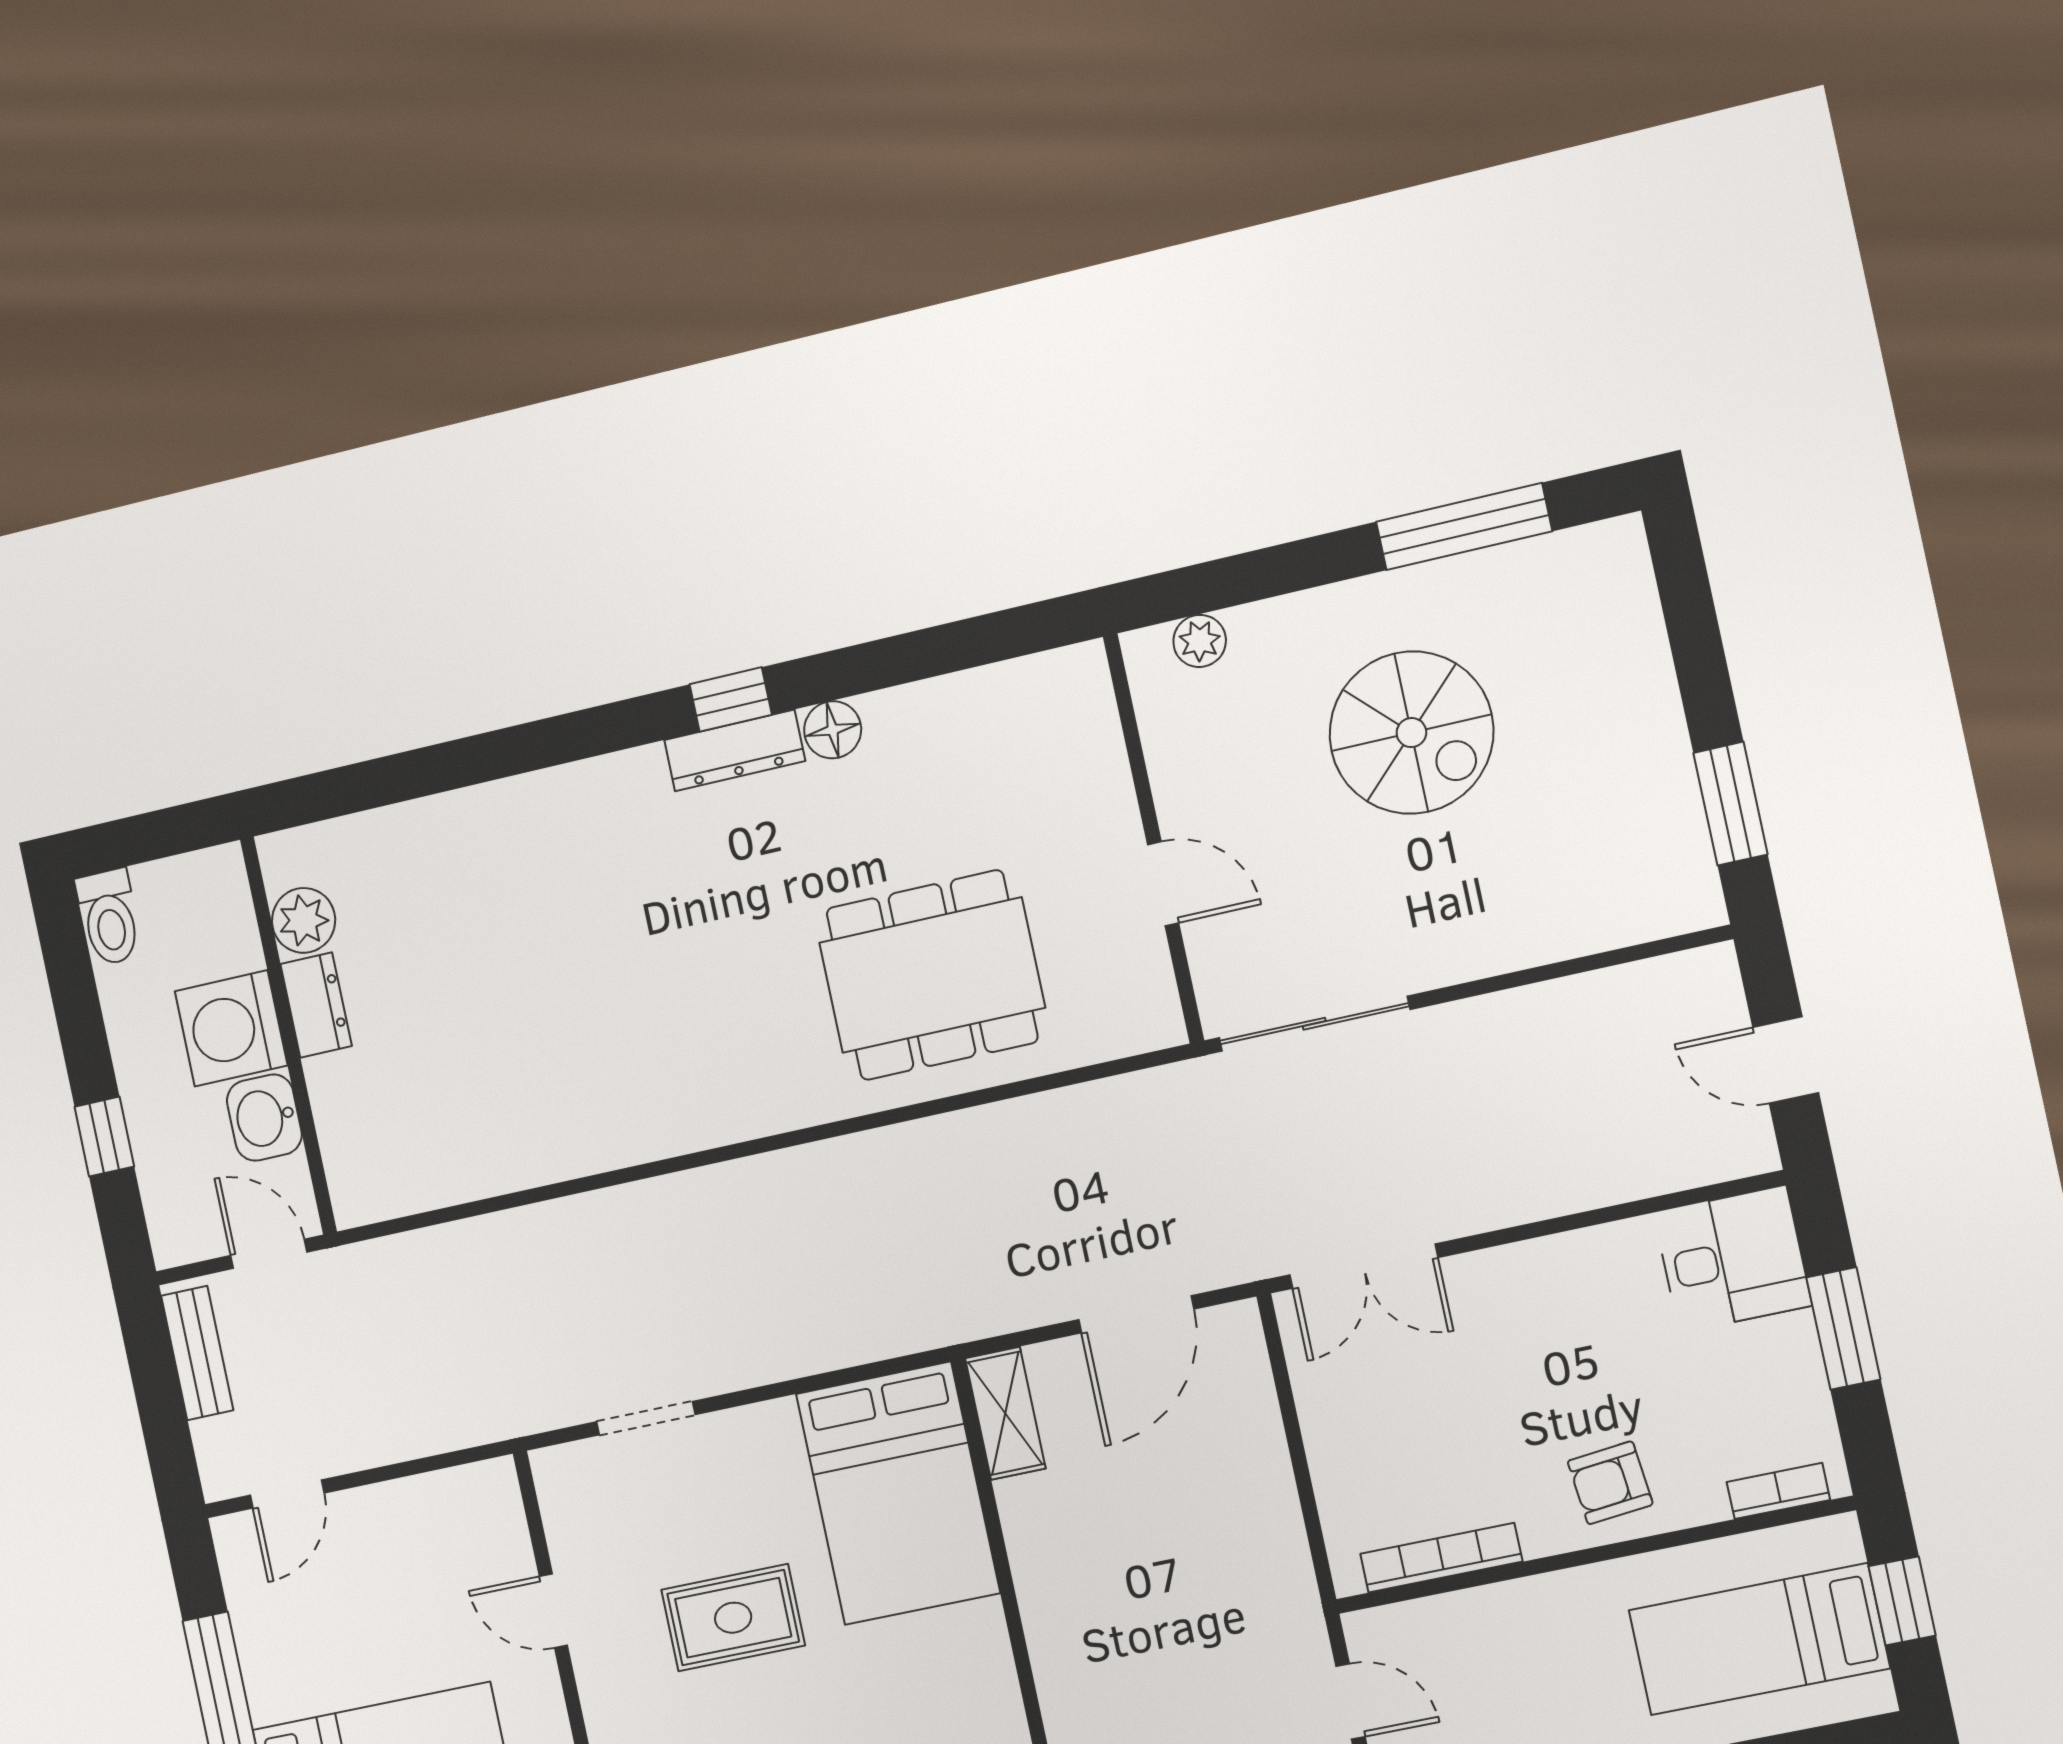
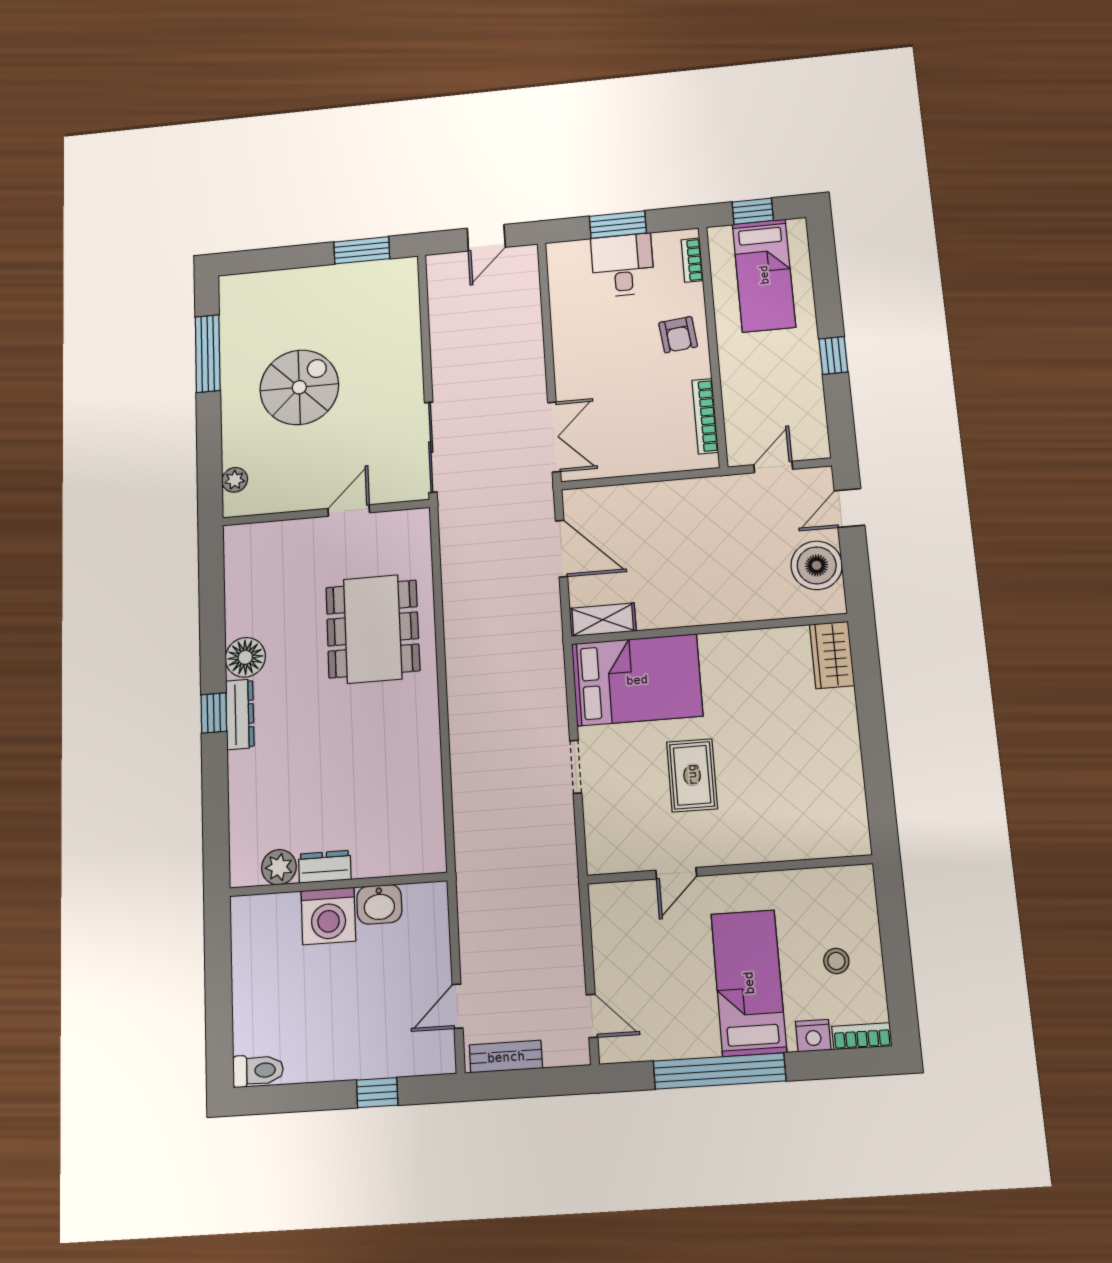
floor lamp: (833, 730) -> (245, 657), width x1.38, depth x1.38
plant: (304, 920) -> (279, 867), moved
dresser: (316, 1005) -> (325, 867), moved
washing machine: (231, 1028) -> (328, 916), moved
wall: (288, 1035) -> (338, 884), moved
washbasin: (264, 1118) -> (379, 904), moved
desk: (1733, 1259) -> (623, 265), moved
doorway: (646, 1418) -> (576, 767), moved

